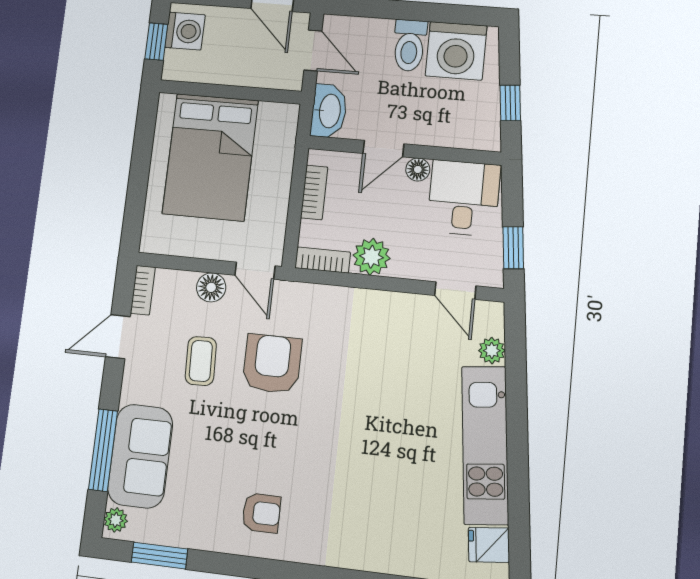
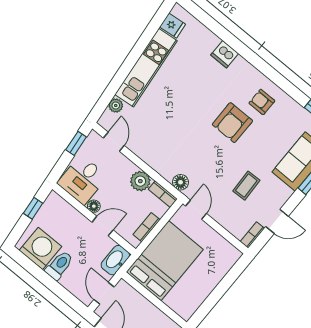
bed: (210, 157) -> (165, 261), moved
floor lamp: (211, 287) -> (181, 182), moved
armchair: (272, 364) -> (232, 123), moved
dishwasher: (372, 553) -> (225, 54), added

